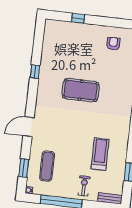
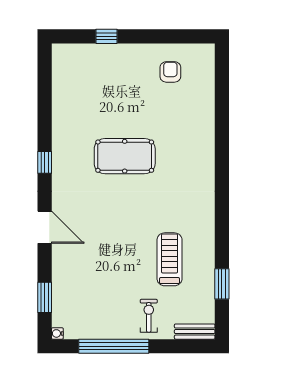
window: (35, 71) -> (45, 162), moved
door: (28, 127) -> (45, 227), swing flipped
exercise mat: (47, 166) -> (83, 290), removed

